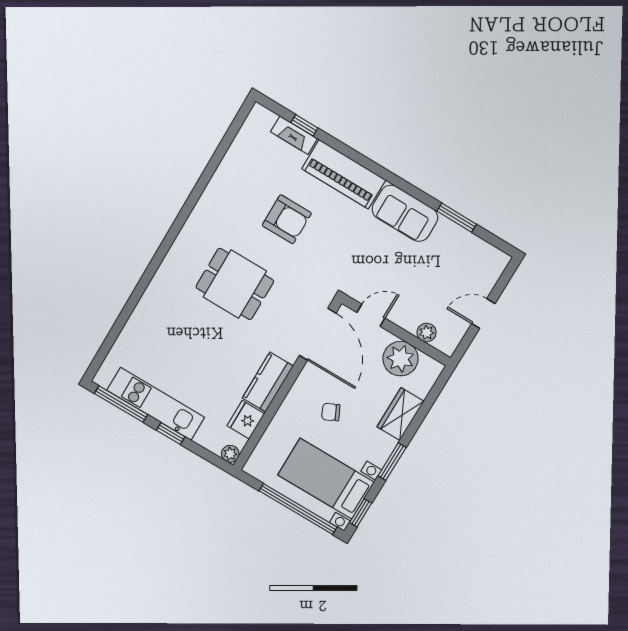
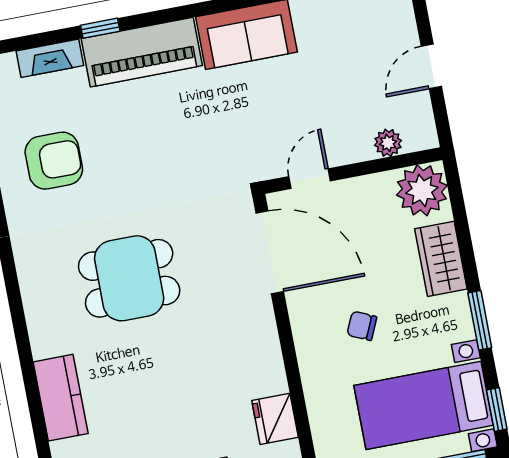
window: (304, 125) -> (100, 28), moved
armchair: (287, 219) -> (54, 161), moved
plant: (401, 359) -> (422, 190), moved
kitchen counter: (268, 382) -> (61, 398), moved, turned 180
chair: (331, 412) -> (362, 326), turned 50

